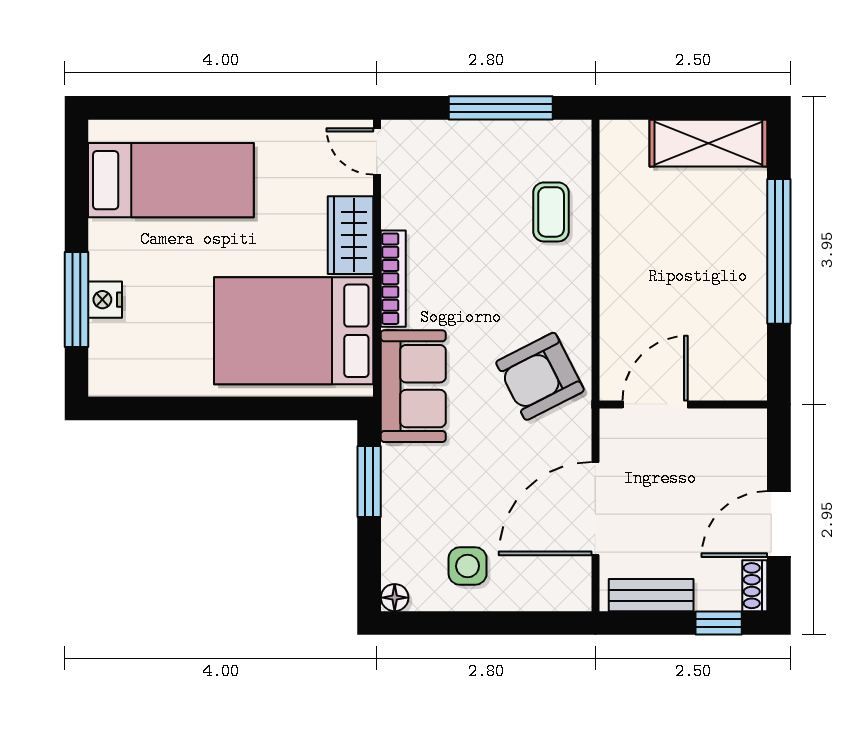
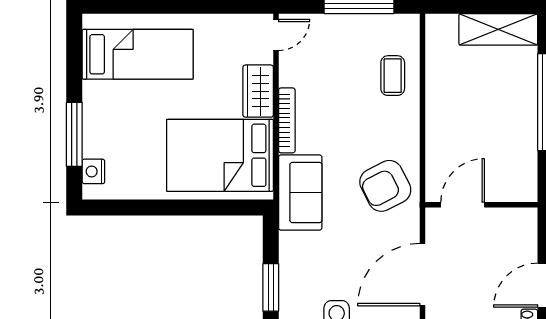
door: (377, 151) -> (276, 35), swing flipped
nightstand: (105, 300) -> (93, 171), moved
window: (369, 482) -> (271, 287), moved

